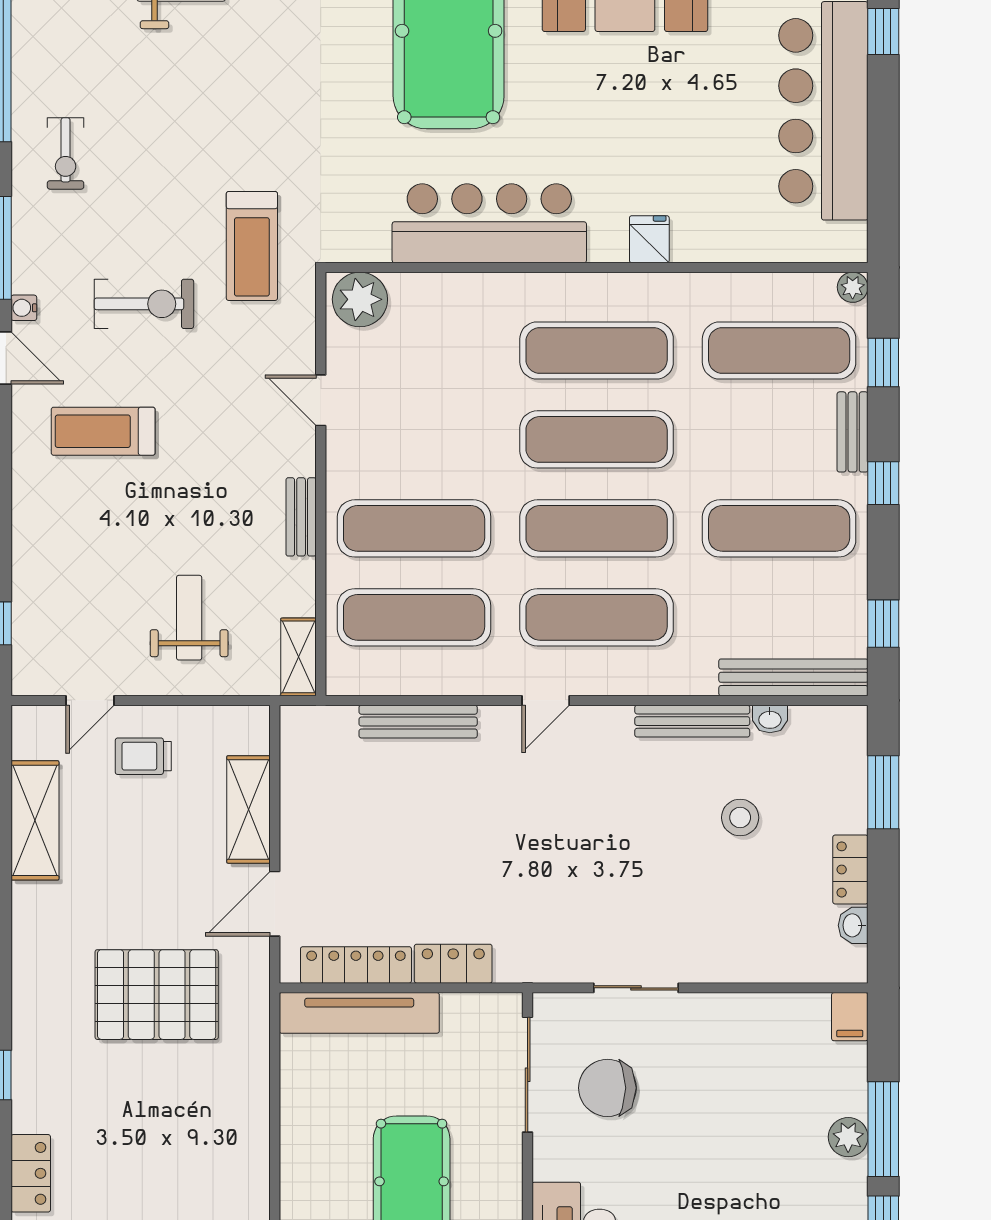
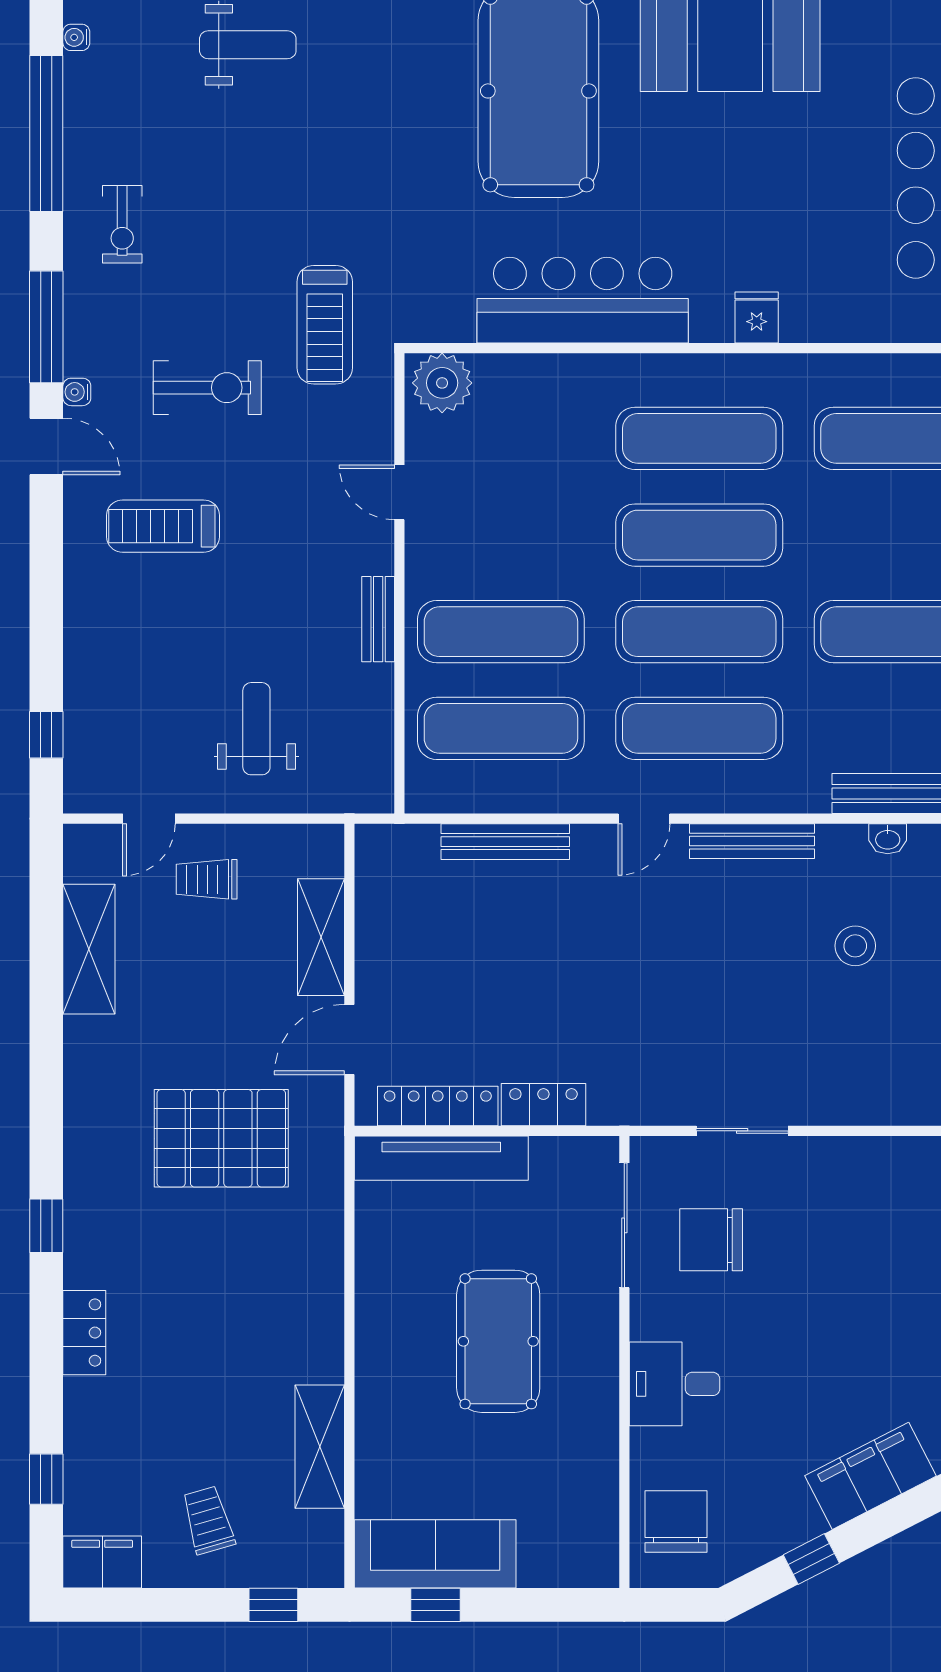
shelving: (299, 657) -> (375, 771), removed
bench: (692, 721) -> (752, 841), moved

